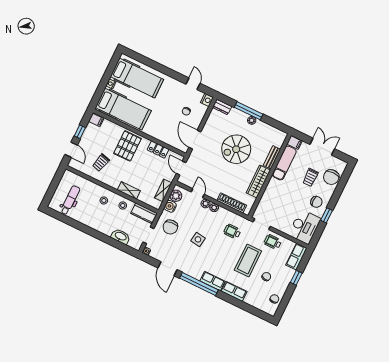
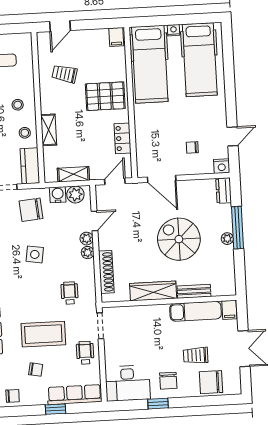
window: (80, 132) -> (89, 25), removed
door: (195, 140) -> (162, 179), swing flipped
row of seats: (296, 257) -> (75, 395), width x1.48

